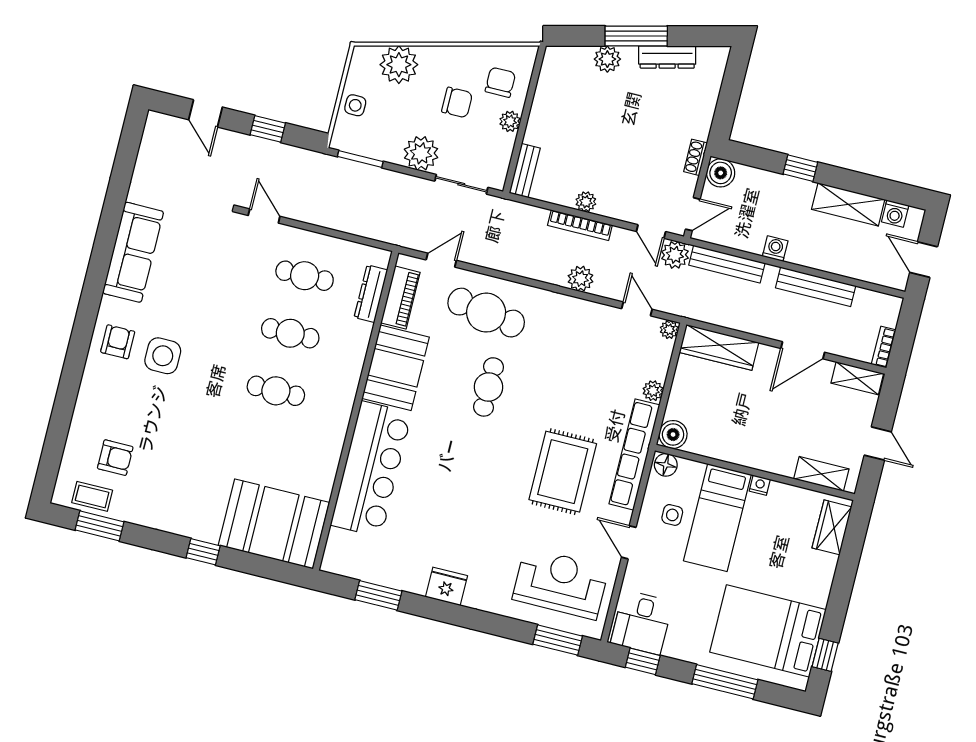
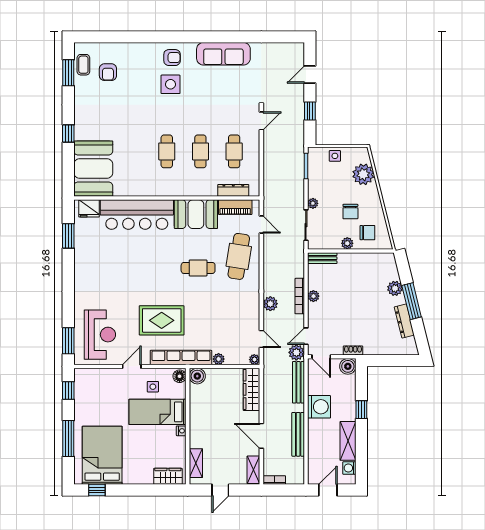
plant: (421, 153) -> (313, 203), width x0.53, depth x0.53
washing machine: (775, 249) -> (319, 407), width x1.89, depth x1.89
door: (637, 309) -> (261, 339), hinge flipped
fridge: (447, 586) -> (89, 208), moved, turned 90
desk: (642, 622) -> (90, 385), removed

